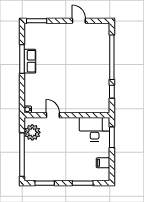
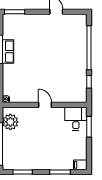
door: (53, 115) -> (45, 105), moved
desk: (95, 129) -> (76, 119), width x0.73
filing cabinet: (103, 163) -> (80, 165), moved

